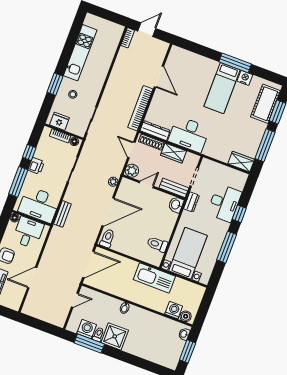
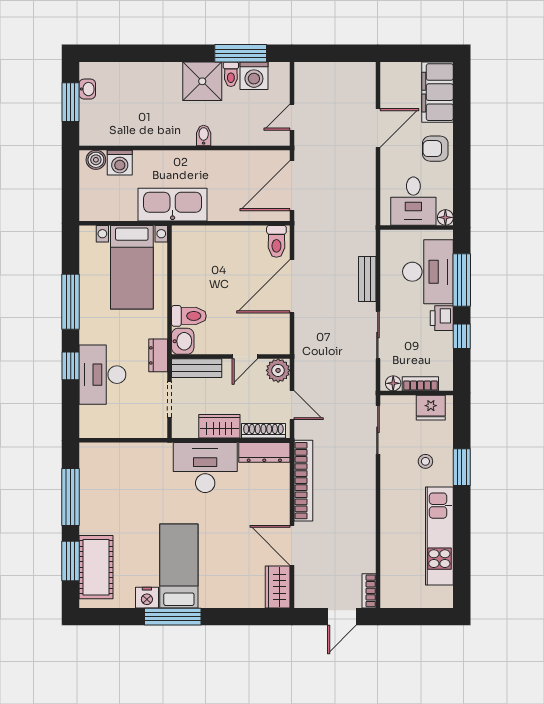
wardrobe: (241, 162) -> (278, 587), moved, turned 90
plant: (113, 182) -> (302, 340), removed
desk: (39, 205) -> (428, 272), moved, turned 90
bench: (63, 214) -> (367, 279), moved
toilet: (157, 244) -> (189, 316), moved
washbasin: (184, 334) -> (87, 89), moved

